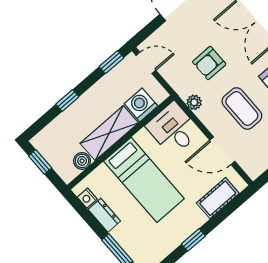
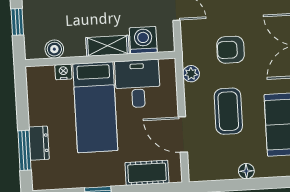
desk: (173, 129) -> (138, 84), moved
shelving: (109, 133) -> (107, 46), width x0.67, depth x0.75
nightstand: (87, 198) -> (63, 72), moved, turned 90
dresser: (104, 215) -> (39, 143), moved

